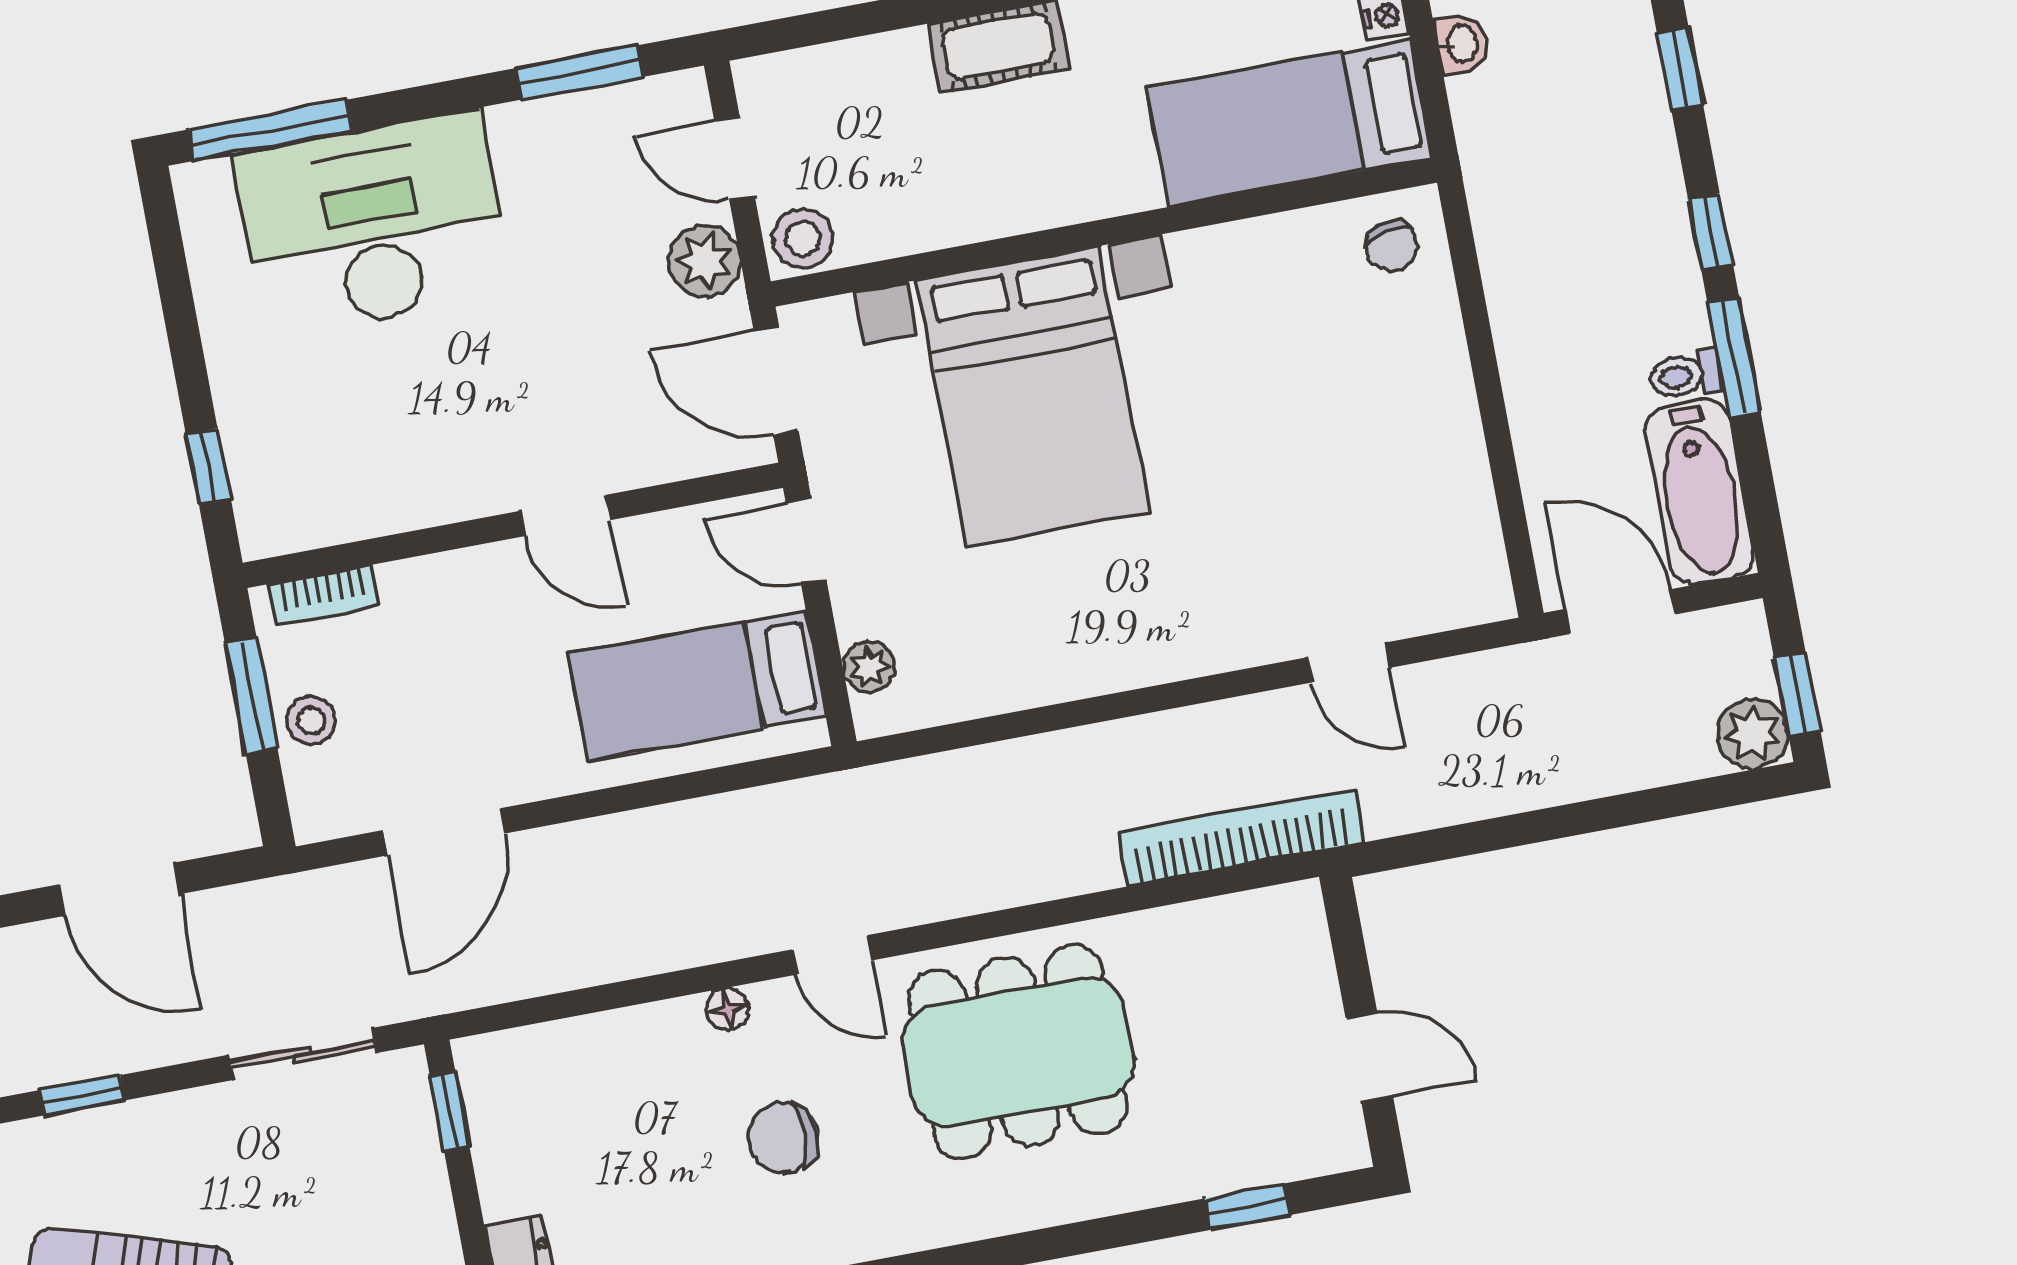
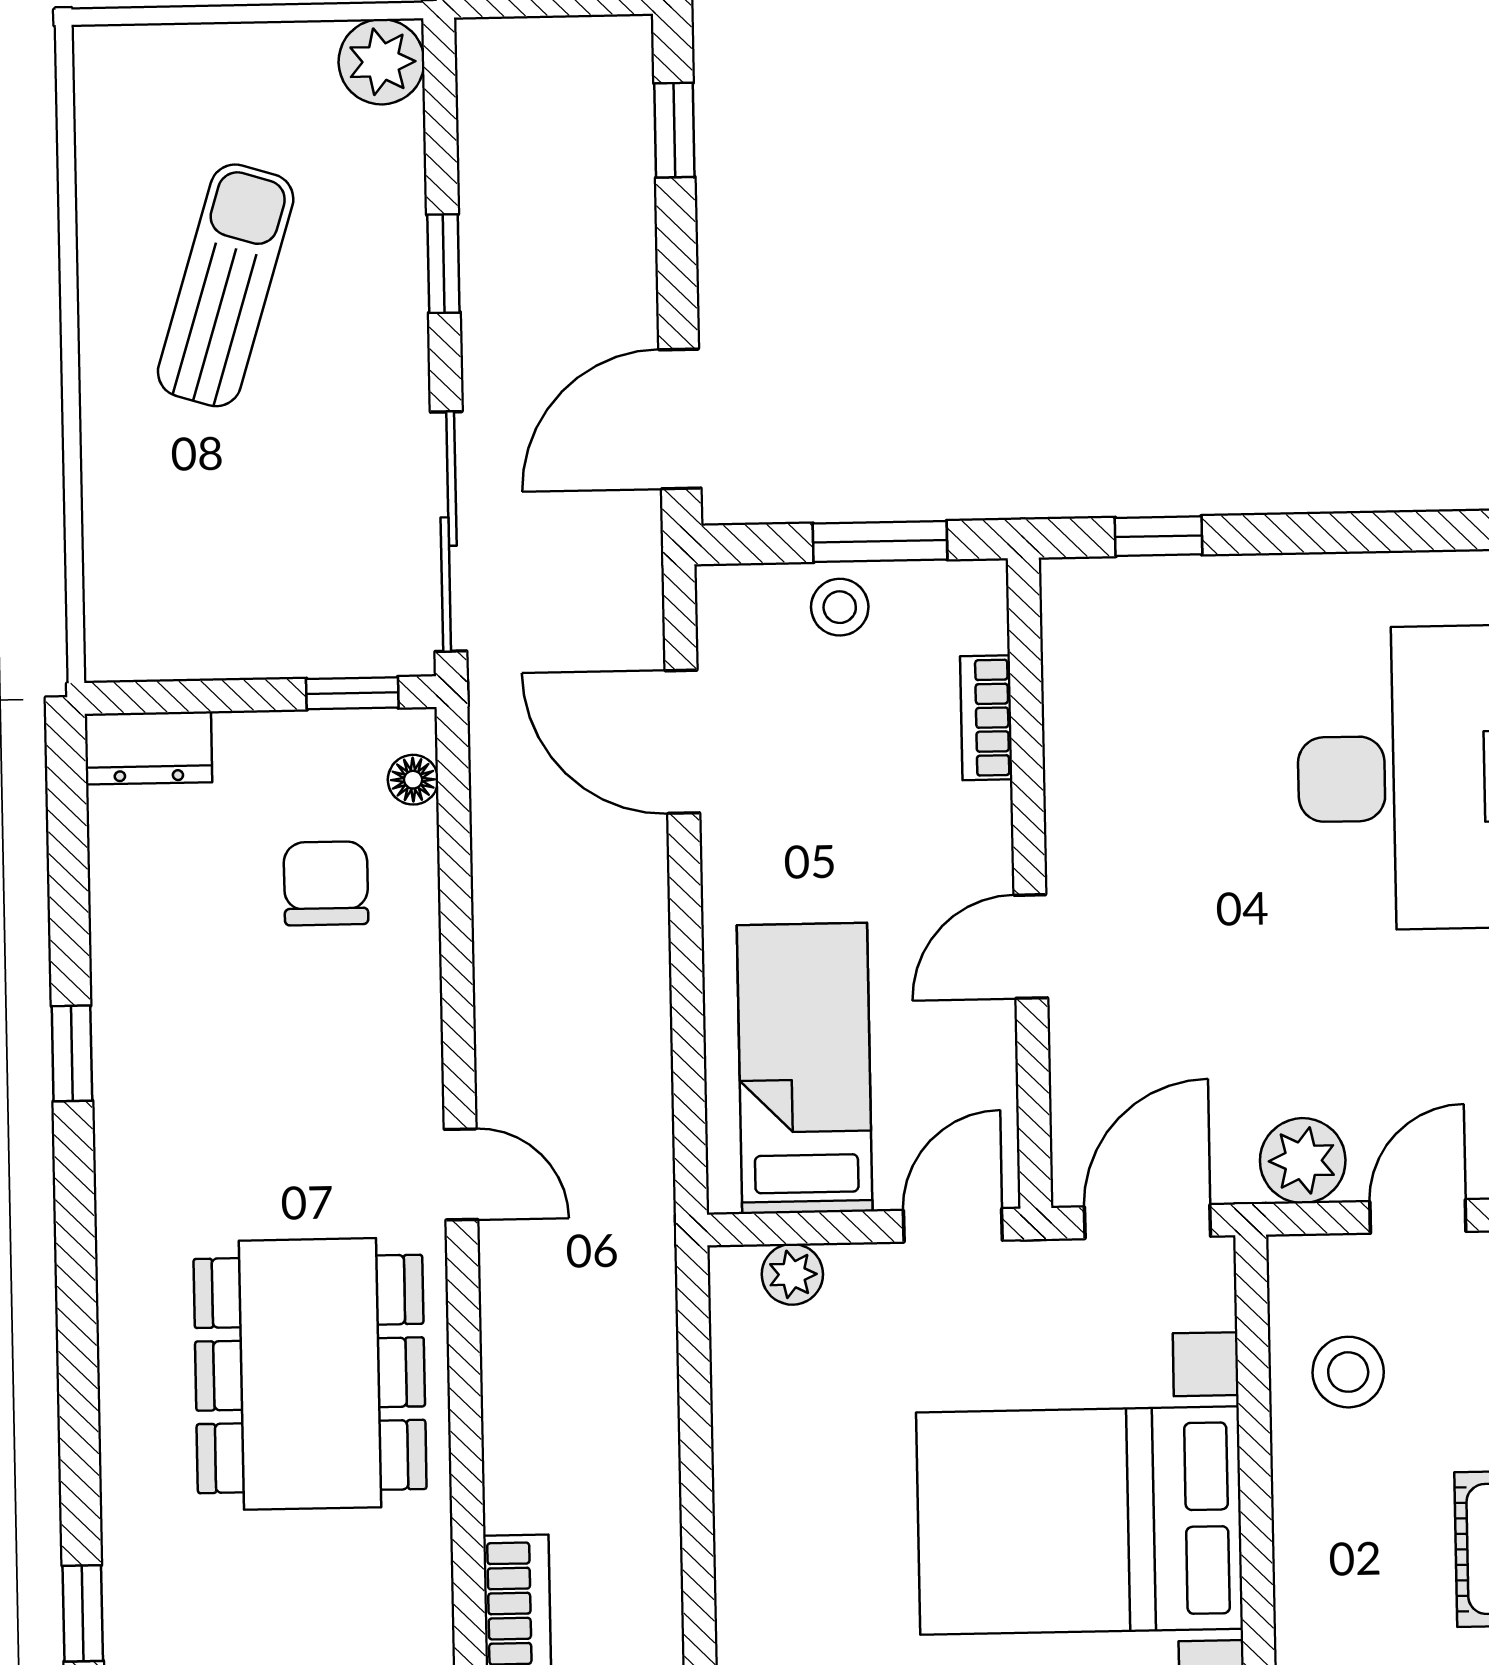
stool: (803, 239) -> (1348, 1372), moved
bookcase: (324, 595) -> (986, 718), moved
door: (119, 889) -> (680, 419), moved
door: (832, 955) -> (461, 1174), swing flipped
floor lamp: (727, 1009) -> (413, 780), moved
sliding door: (303, 1054) -> (449, 532), width x1.37
chair: (783, 1138) -> (326, 883), moved

